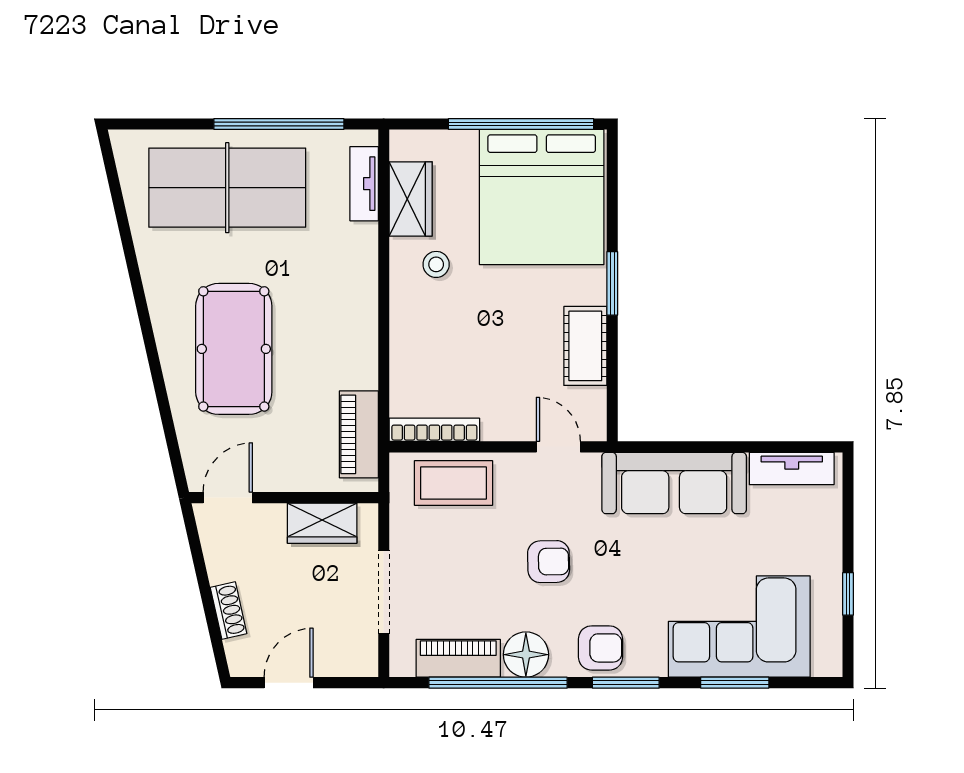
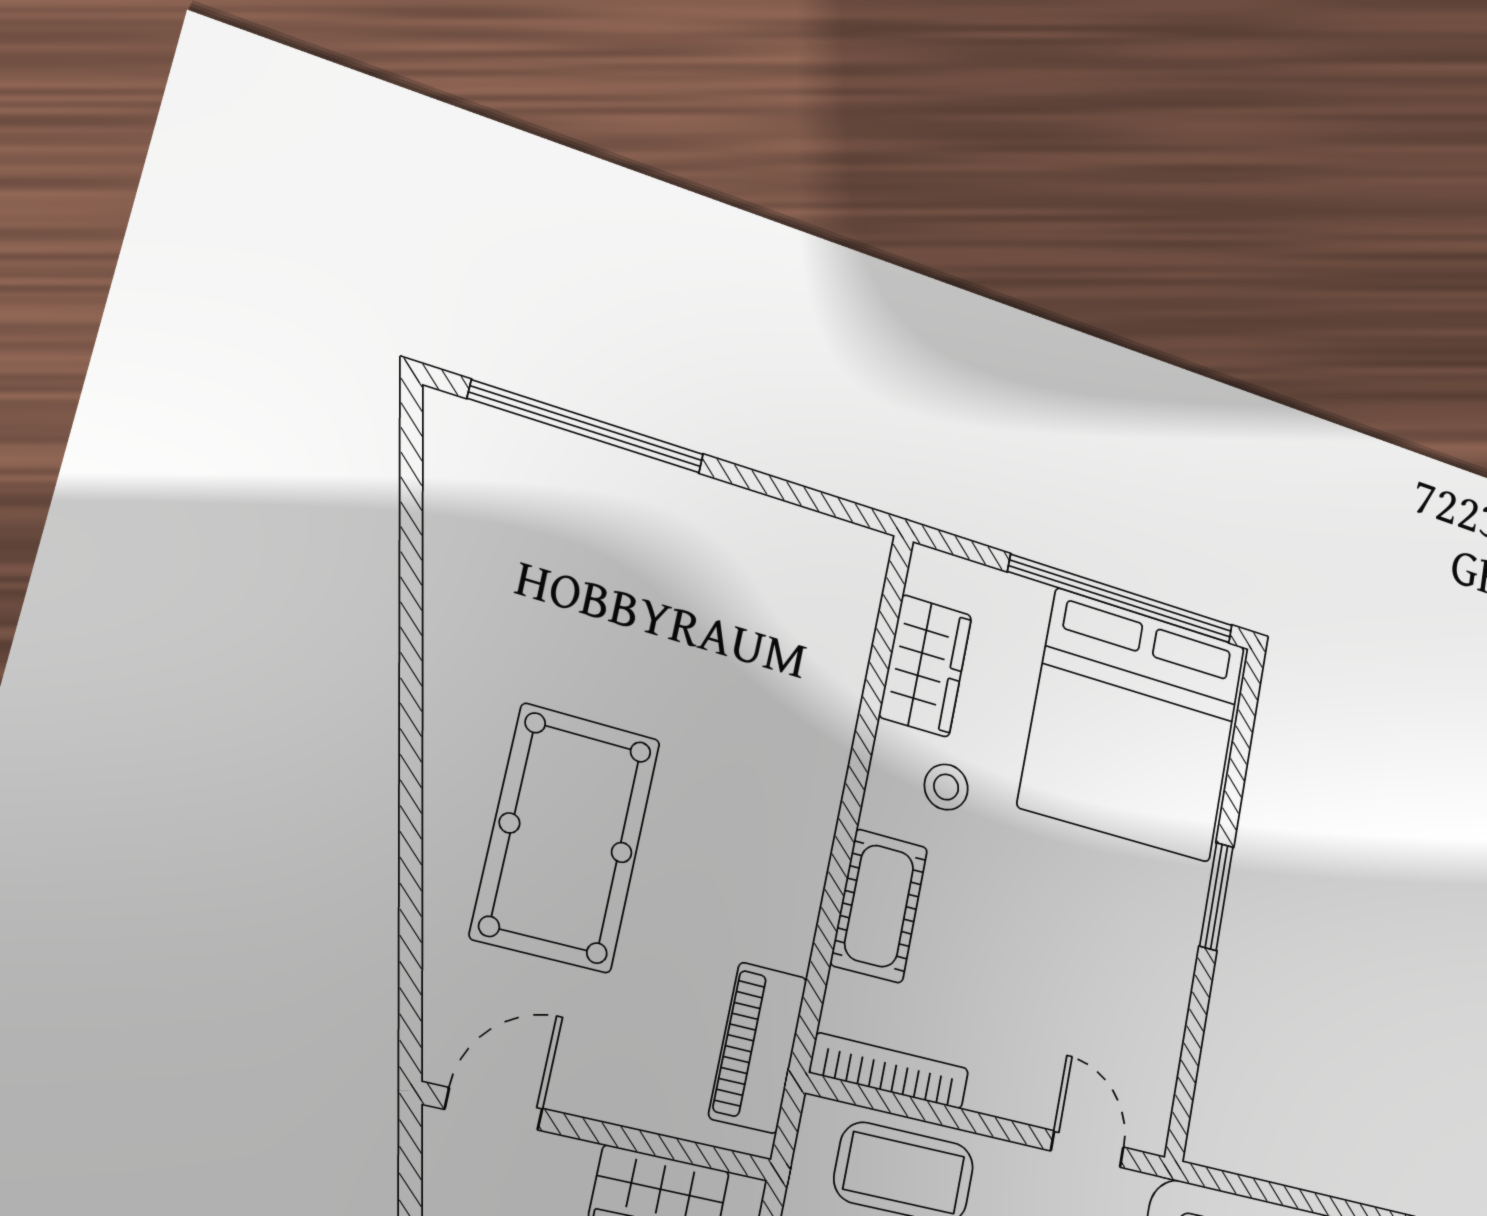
window: (279, 124) -> (587, 427), moved
tv unit: (364, 184) -> (854, 617), removed
table tennis table: (227, 188) -> (617, 552), removed
cot: (585, 346) -> (879, 906), moved

